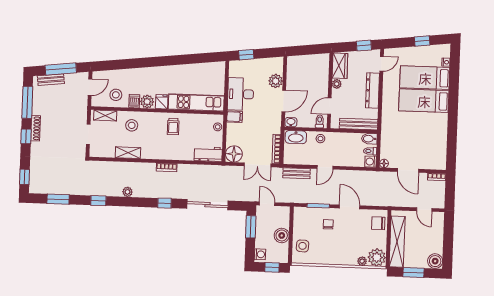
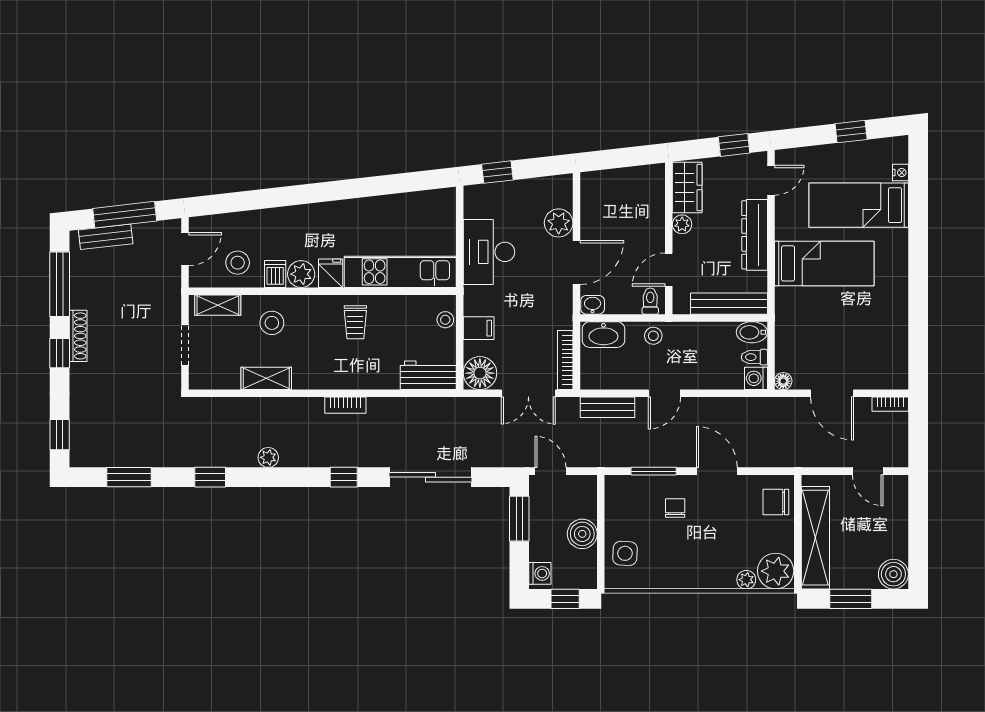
bed: (424, 101) -> (824, 263), moved, turned 180
filing cabinet: (235, 117) -> (479, 328), moved

